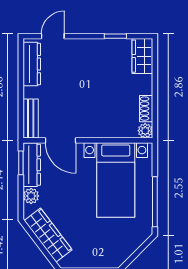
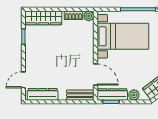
door: (53, 36) -> (23, 80), hinge flipped
wardrobe: (142, 56) -> (43, 18), width x1.50
door: (60, 140) -> (95, 75), hinge flipped

